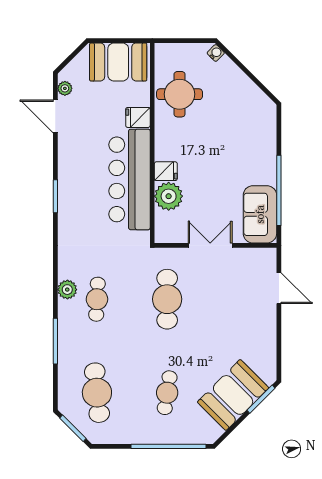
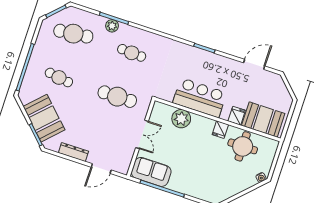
booth: (118, 62) -> (263, 120), moved, turned 90
plant: (65, 88) -> (270, 76), removed
fridge: (166, 171) -> (220, 130), moved
bar counter: (129, 179) -> (200, 98), width x0.73
plant: (67, 290) -> (112, 26), moved
dresser: (268, 336) -> (73, 152), added

